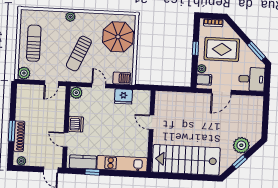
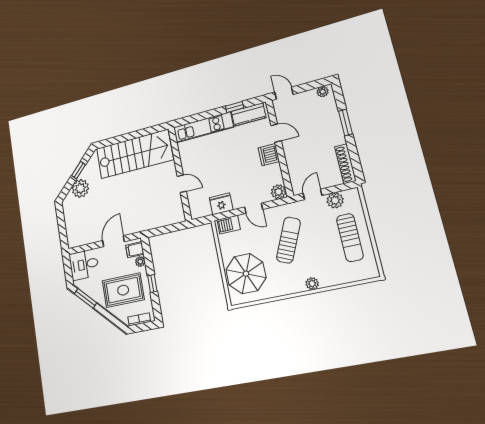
plant: (24, 73) -> (335, 200), moved
shoe rack: (19, 136) -> (345, 164), moved

